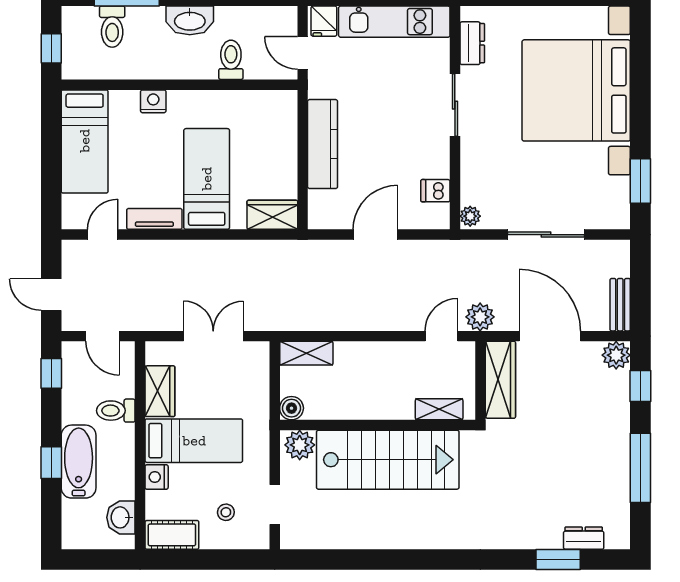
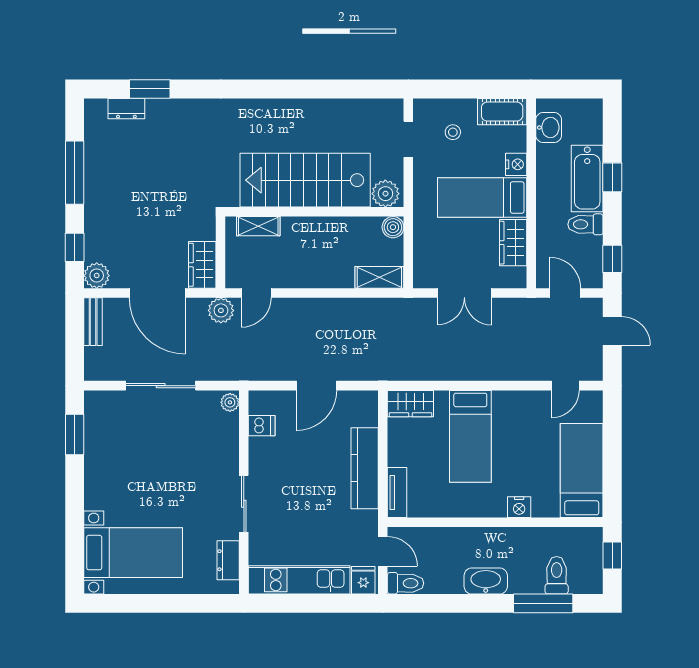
toilet: (231, 60) -> (406, 583), moved, turned -90
bed with nightstands: (576, 90) -> (133, 553), width x0.54
tv unit: (154, 219) -> (397, 493), moved, turned -90
wardrobe: (500, 380) -> (202, 265), width x0.67
toilet: (116, 411) -> (585, 224), moved, turned 180

